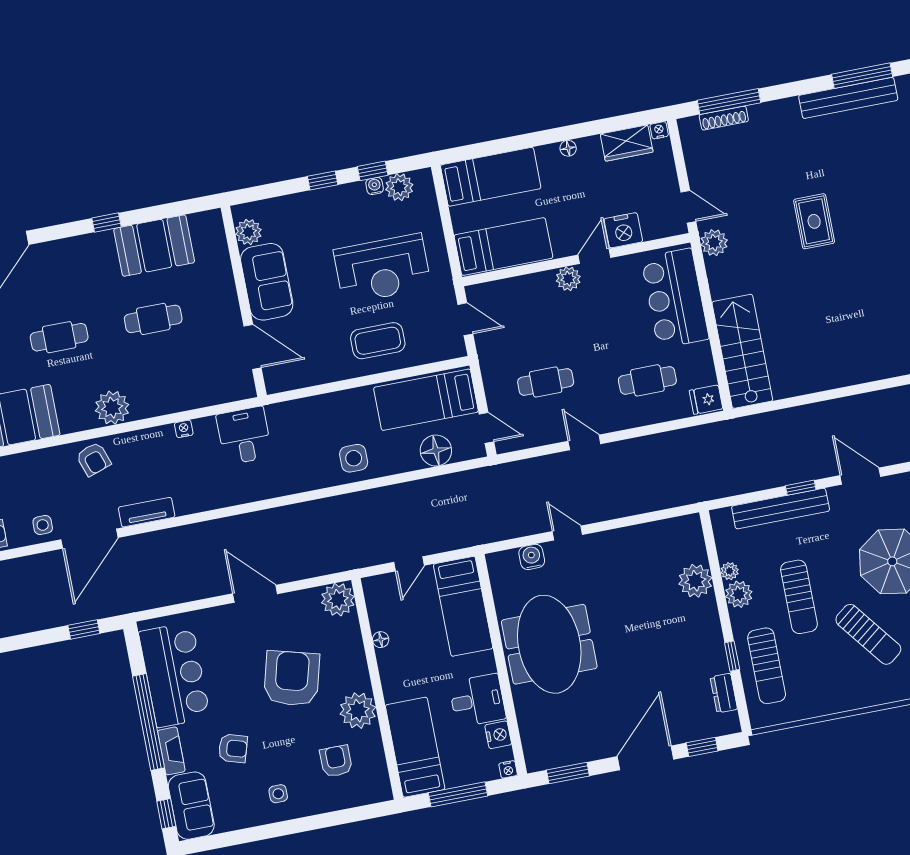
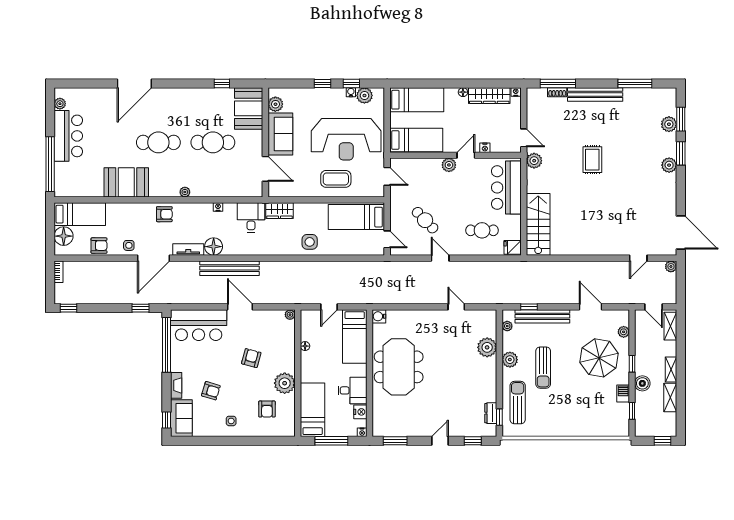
bench: (848, 98) -> (595, 94), moved
shoe rack: (724, 118) -> (557, 92), width x0.70
wardrobe: (627, 143) -> (489, 96), width x1.50
window: (106, 223) -> (222, 84), moved
nightstand: (623, 230) -> (485, 148), width x0.53, depth x0.56
booth: (154, 246) -> (249, 108), moved, turned 90
reception desk: (382, 269) -> (346, 139), width x1.36, depth x1.30
cafe table: (153, 319) -> (213, 142), width x1.37, depth x1.35
cafe table: (59, 337) -> (158, 142), width x1.37, depth x1.35
cafe table: (546, 382) -> (425, 220), turned 46
plant: (112, 408) -> (185, 192), width x0.53, depth x0.53
wardrobe: (291, 414) -> (280, 211), added
floor lamp: (436, 451) -> (214, 247), moved
armchair: (93, 459) -> (164, 214), turned -71
window: (801, 488) -> (529, 307), moved
bench: (224, 531) -> (229, 268), added
door: (567, 533) -> (456, 307), moved
water cooler: (532, 557) -> (379, 316), moved, turned -90
plant: (730, 571) -> (507, 326), moved
plant: (338, 600) -> (290, 315), width x0.53, depth x0.53
sun lounger: (868, 634) -> (578, 396), removed
window: (732, 656) -> (499, 417), moved
sun lounger: (767, 666) -> (518, 403), turned 180
bar counter: (174, 675) -> (199, 325), moved, turned 90
armchair: (292, 678) -> (251, 358), width x0.53, depth x0.53
window: (148, 722) -> (167, 345), moved
door: (646, 758) -> (440, 441), width x0.53
armchair: (336, 761) -> (267, 409), turned 180

